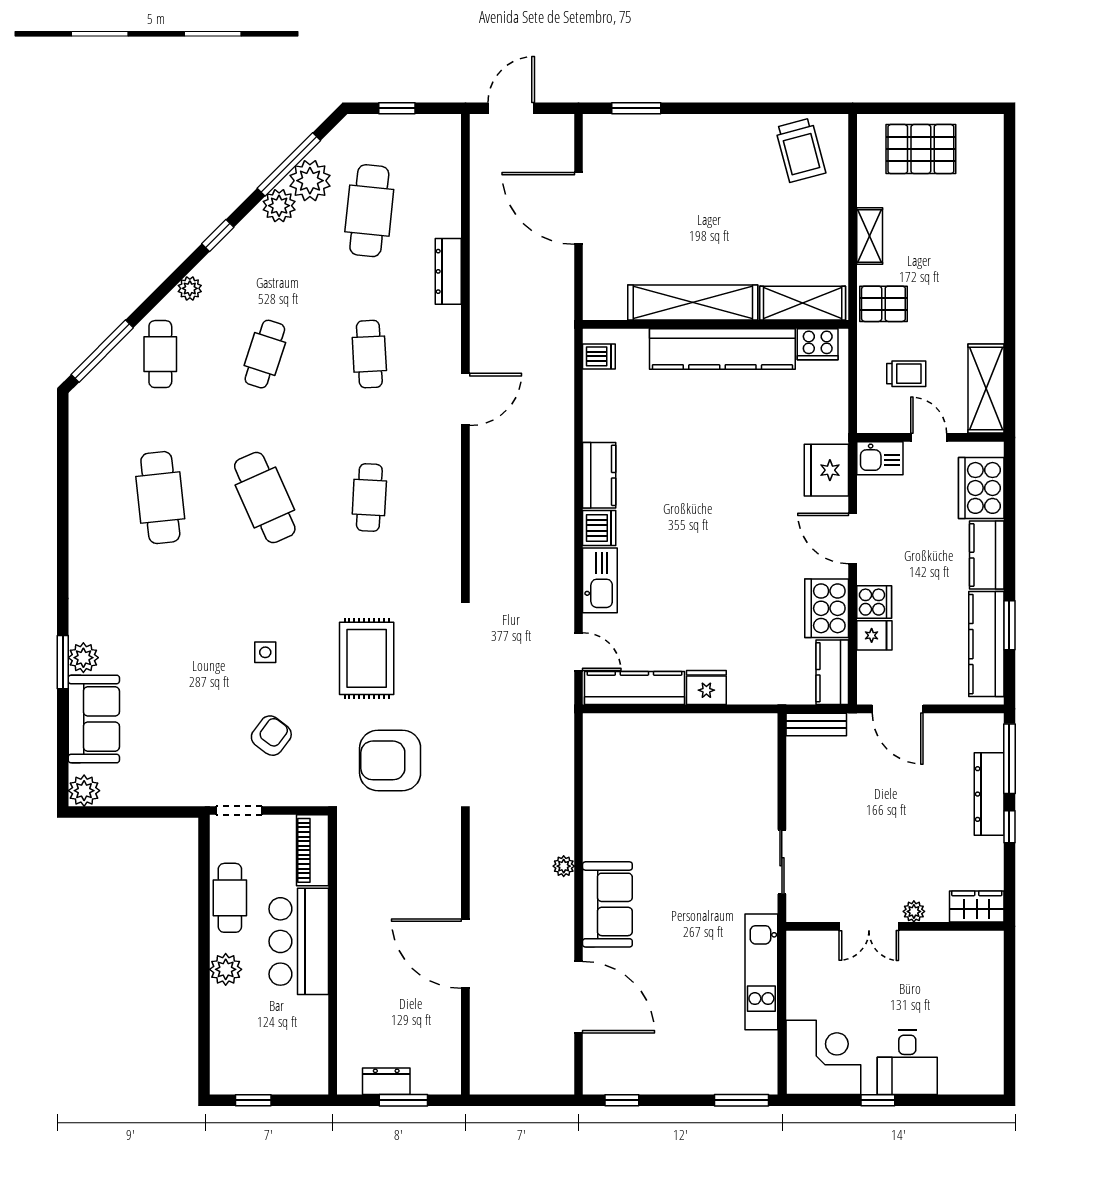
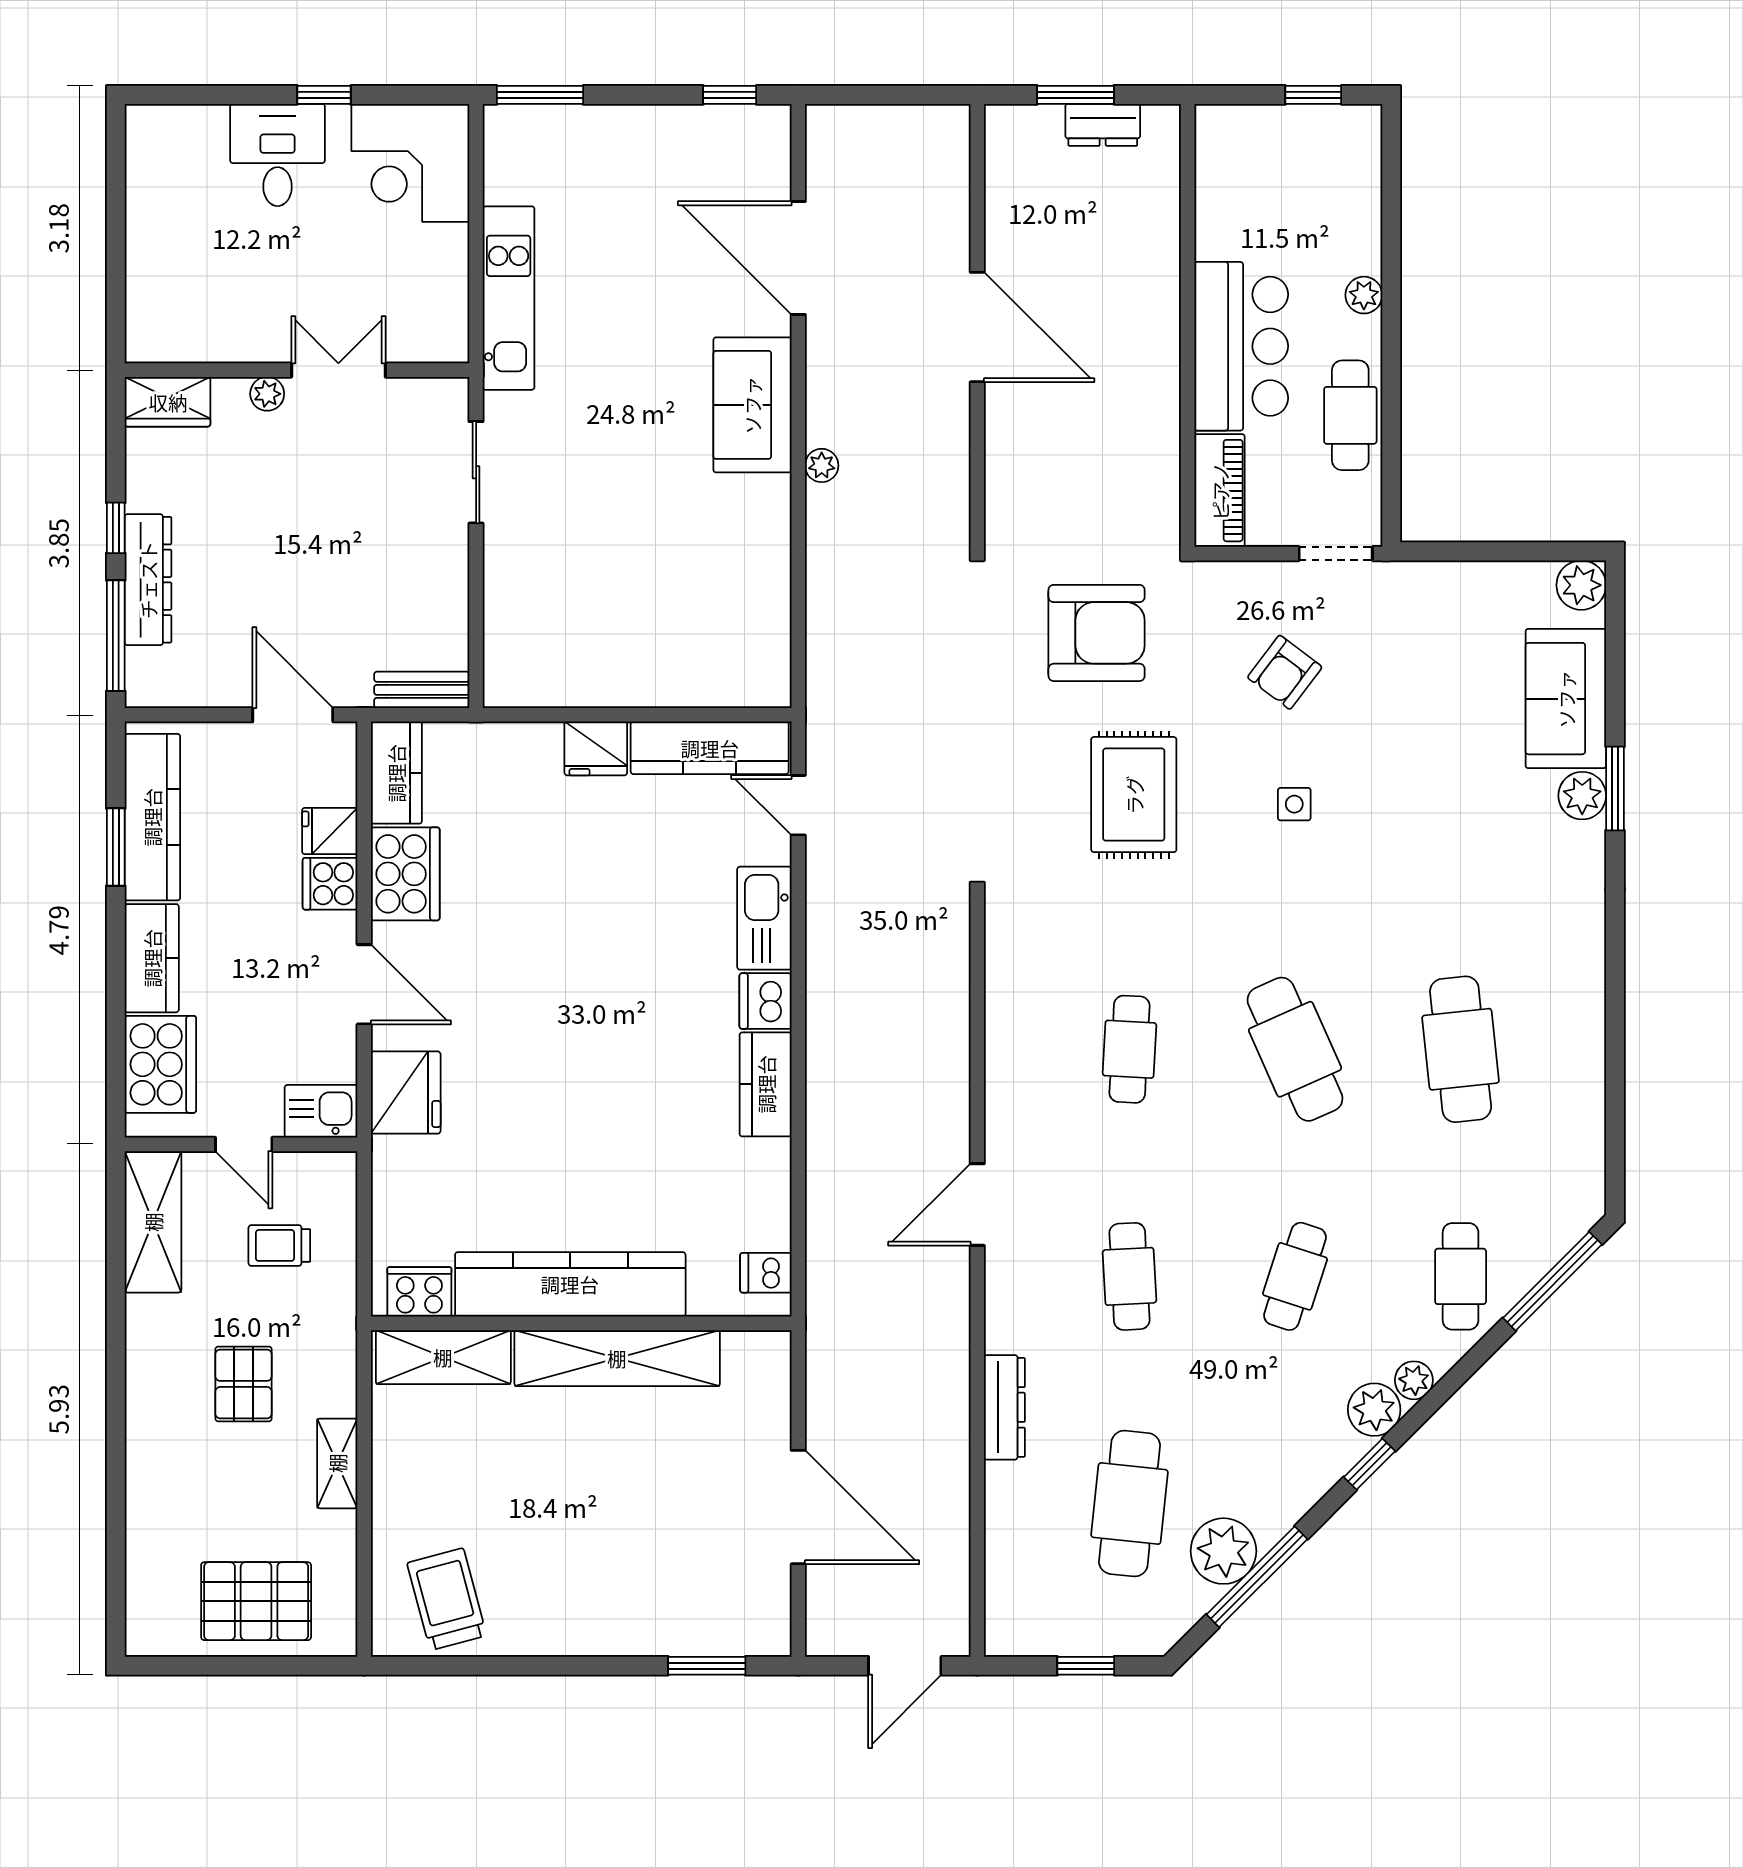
plant: (279, 206) -> (1374, 1410), moved
pallet: (883, 304) -> (244, 1384), moved, turned 90
plant: (226, 969) -> (1364, 295), width x0.73, depth x0.73

